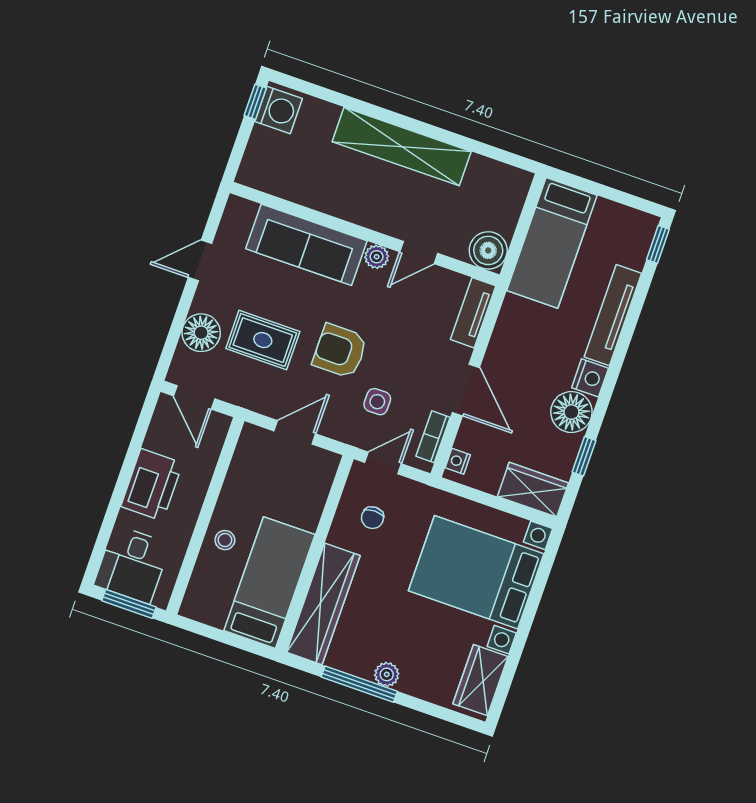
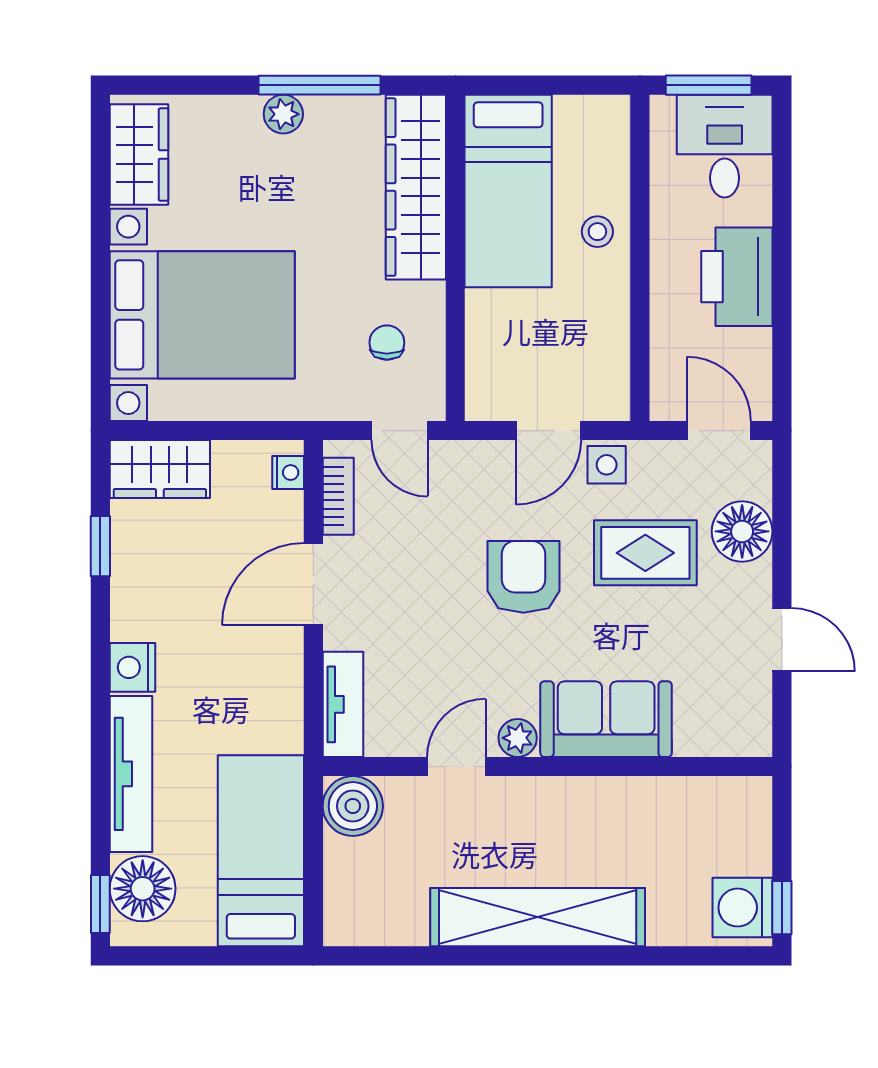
sofa: (306, 245) -> (606, 719), width x0.73
door: (200, 260) -> (782, 640), hinge flipped
armchair: (340, 351) -> (523, 577), turned -90
door: (466, 390) -> (313, 584), hinge flipped
side table: (377, 402) -> (607, 465), moved
floor lamp: (571, 412) -> (143, 889), moved
door: (383, 463) -> (400, 431), hinge flipped

